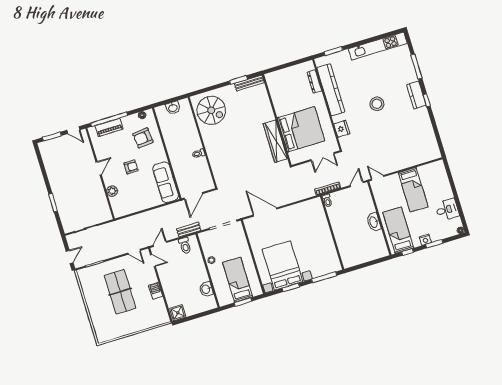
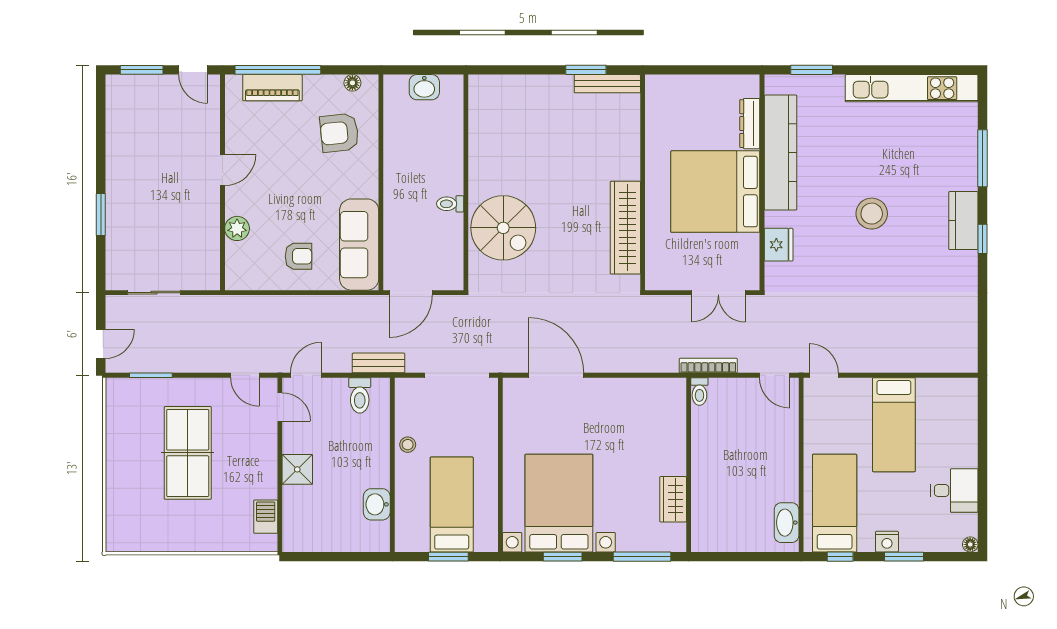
spiral stairs: (211, 110) -> (503, 228), moved
bed: (301, 129) -> (715, 192), moved, turned 180
armchair: (131, 167) -> (298, 256), moved
door: (357, 184) -> (775, 375), swing flipped
washbasin: (374, 222) -> (787, 523), moved
wardrobe: (330, 249) -> (673, 499), added
barbecue: (156, 291) -> (266, 517), moved
shower: (178, 313) -> (297, 469), moved

